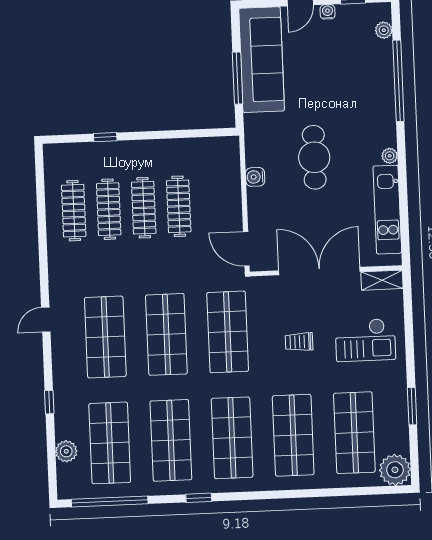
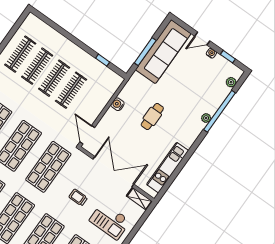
window: (105, 137) -> (103, 60), moved
plant: (390, 156) -> (206, 118), moved
cafe table: (314, 157) -> (152, 116), width x0.73, depth x0.74

